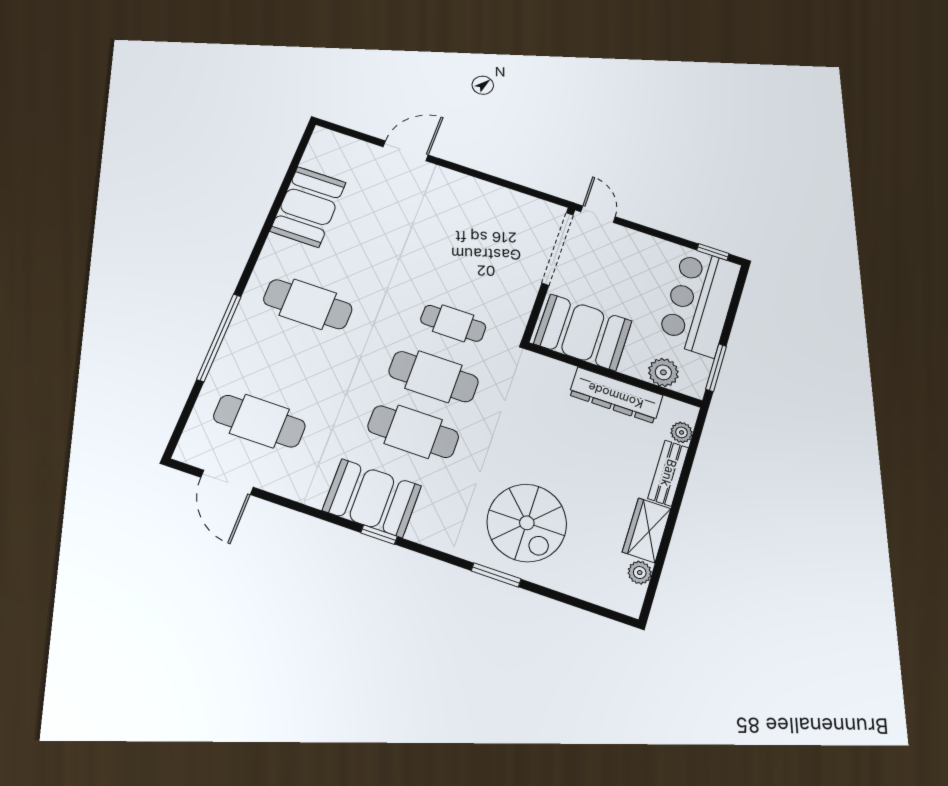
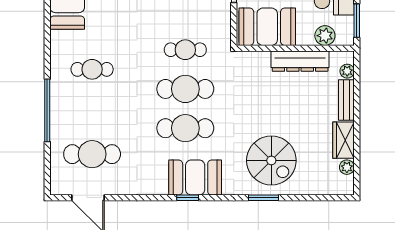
cafe table: (308, 304) -> (92, 69), width x0.73, depth x0.74
booth: (372, 498) -> (195, 177), moved

